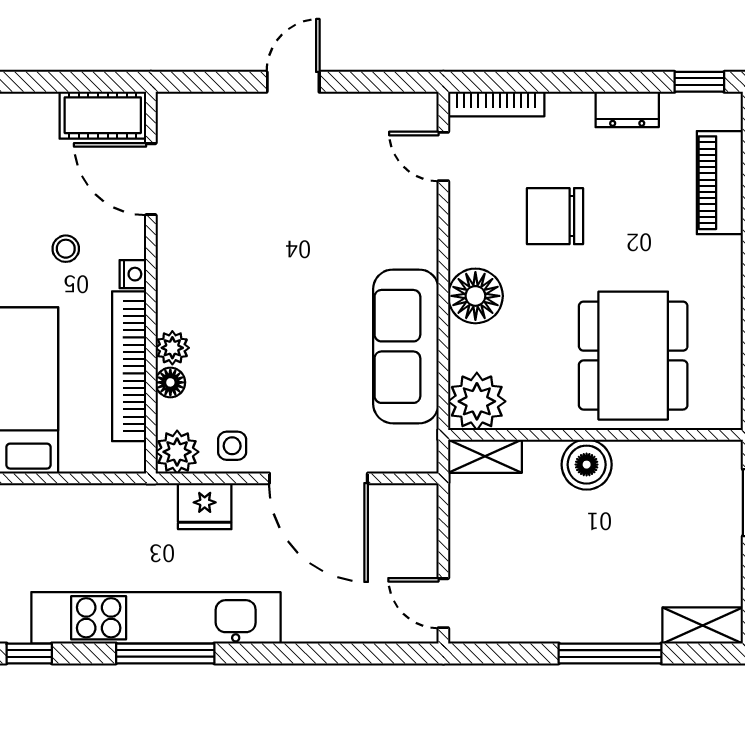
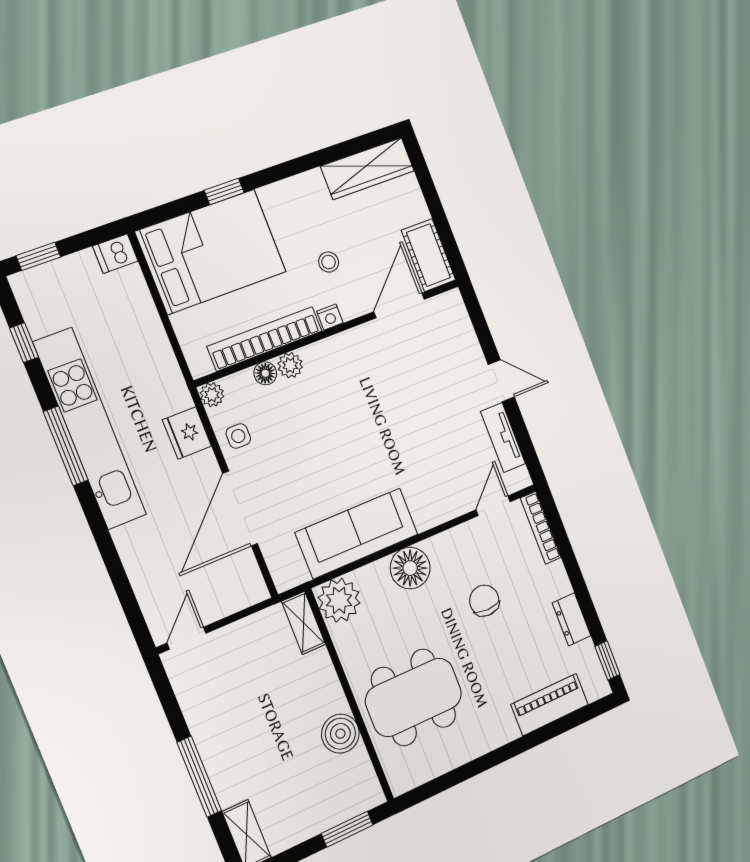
tv unit: (364, 108) -> (503, 437), added
chair: (555, 216) -> (484, 601), width x0.73, depth x0.73
plant: (177, 452) -> (212, 395), width x0.73, depth x0.73
boiler: (587, 465) -> (340, 734), moved

